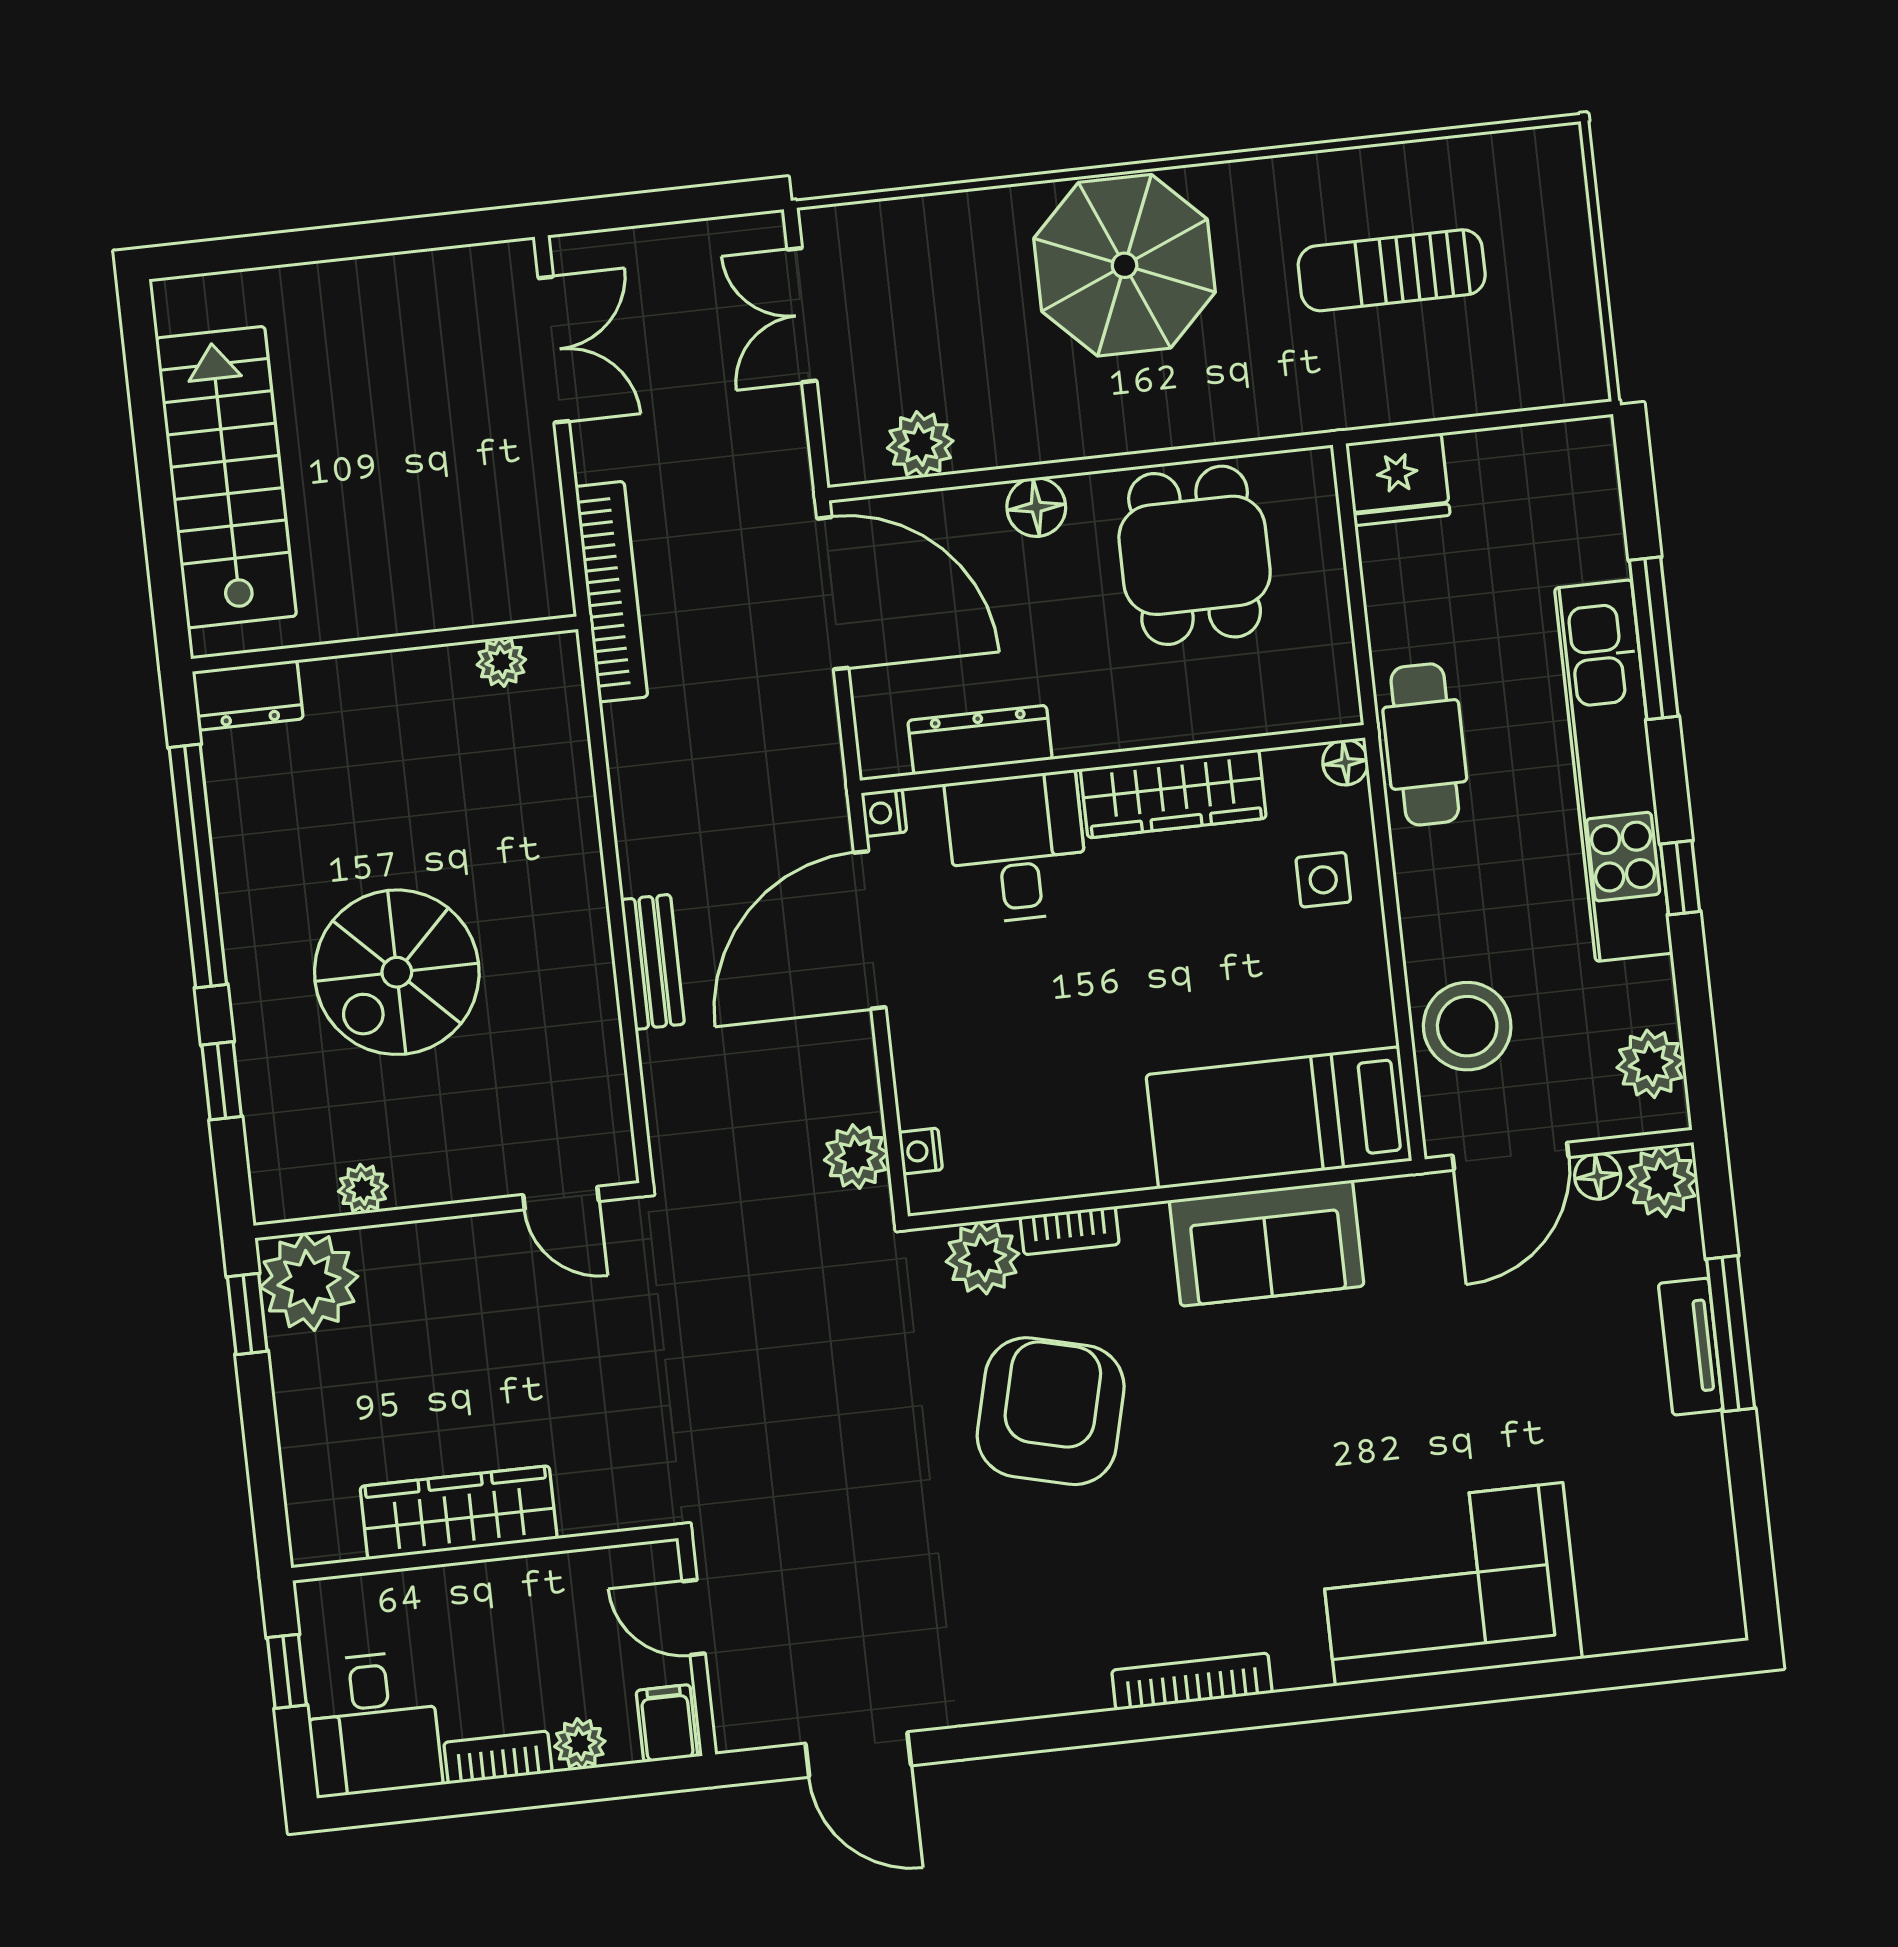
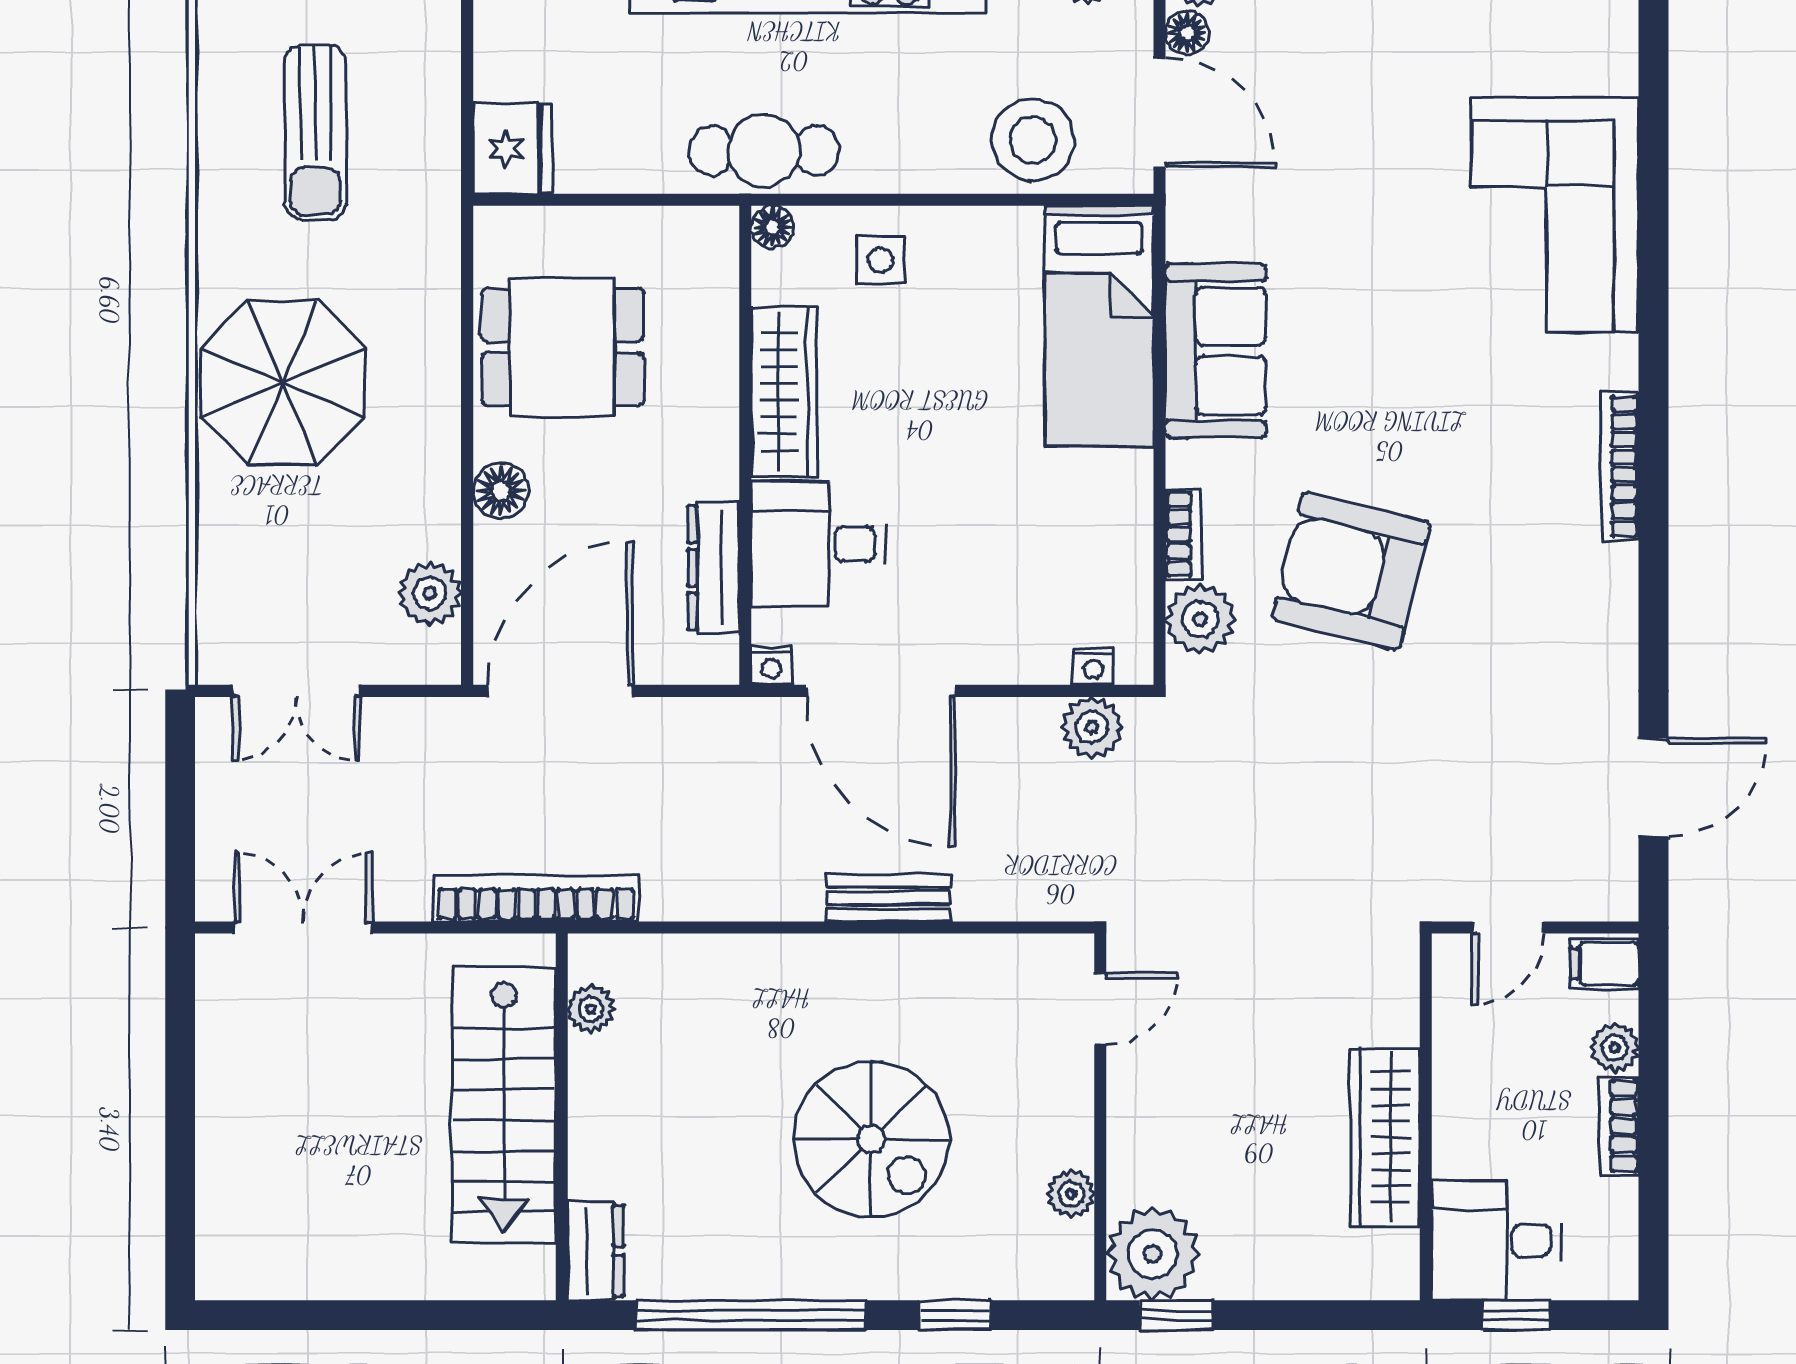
stairs: (226, 477) -> (504, 1105), moved, turned -90
desk: (373, 1724) -> (1496, 1241), moved, turned 180

